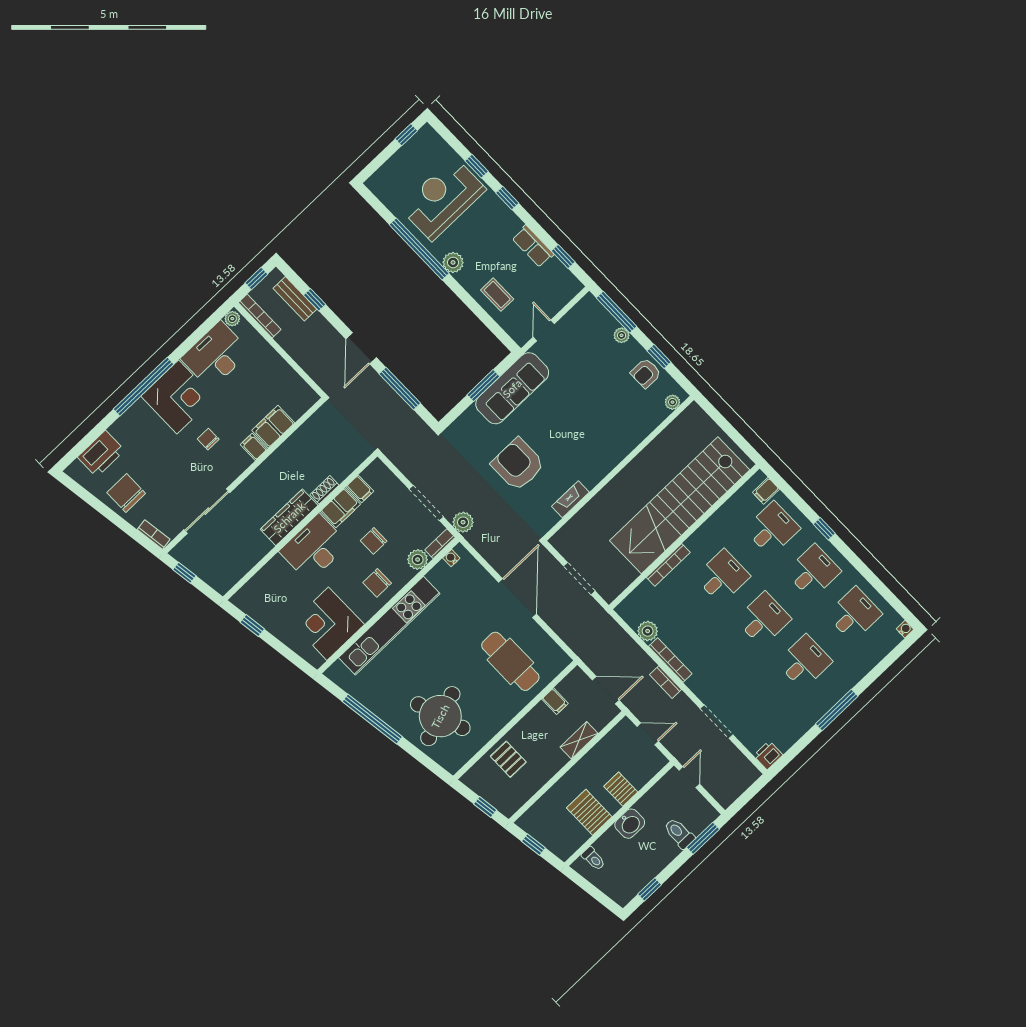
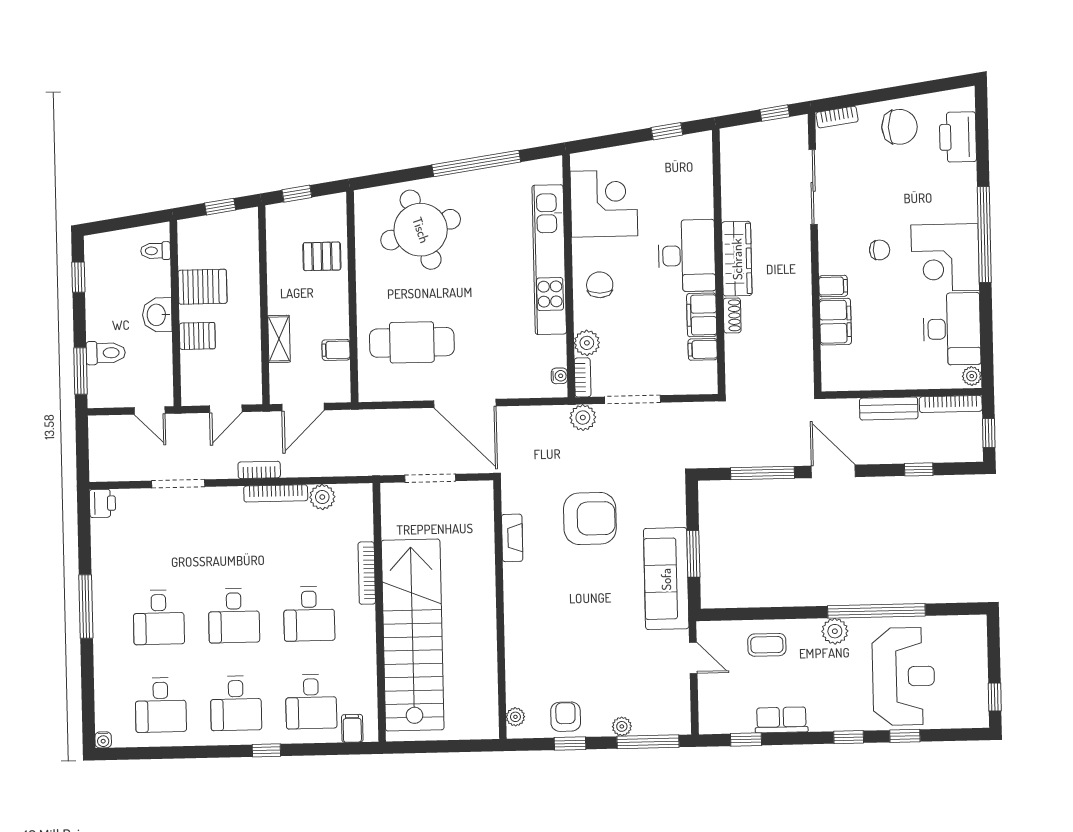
bench: (295, 299) -> (889, 408), moved
chair: (374, 541) -> (642, 318), removed

